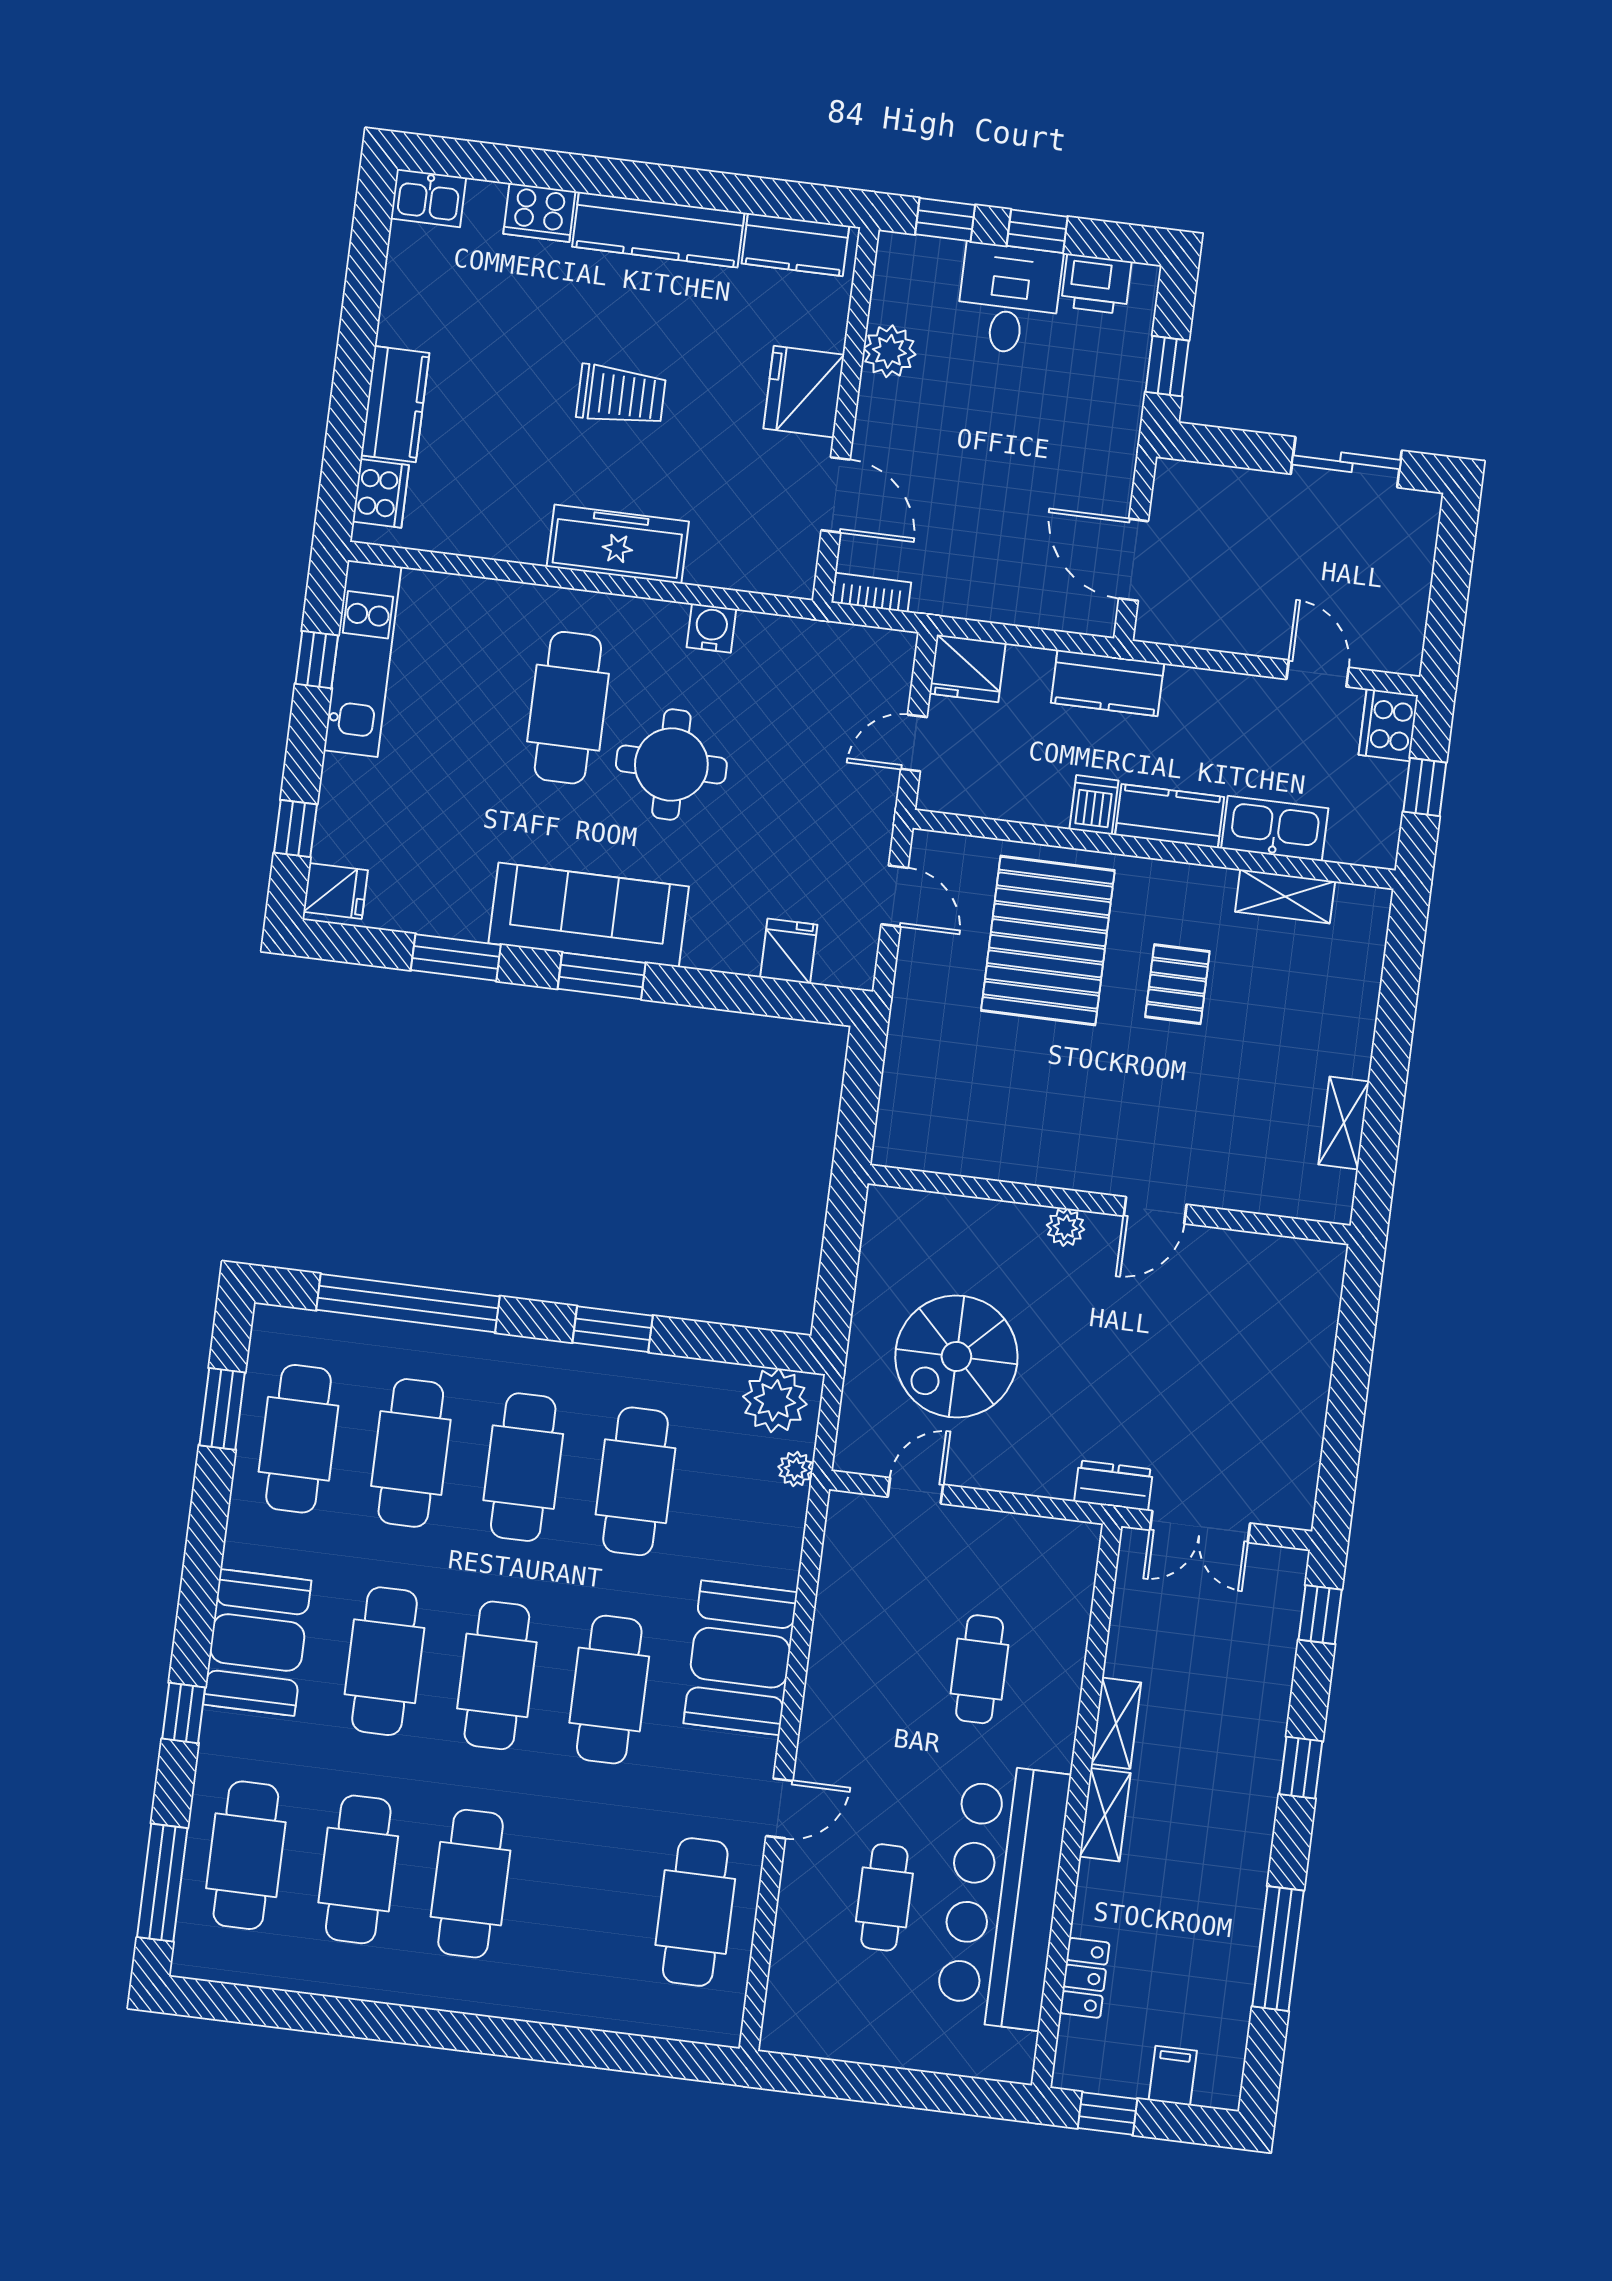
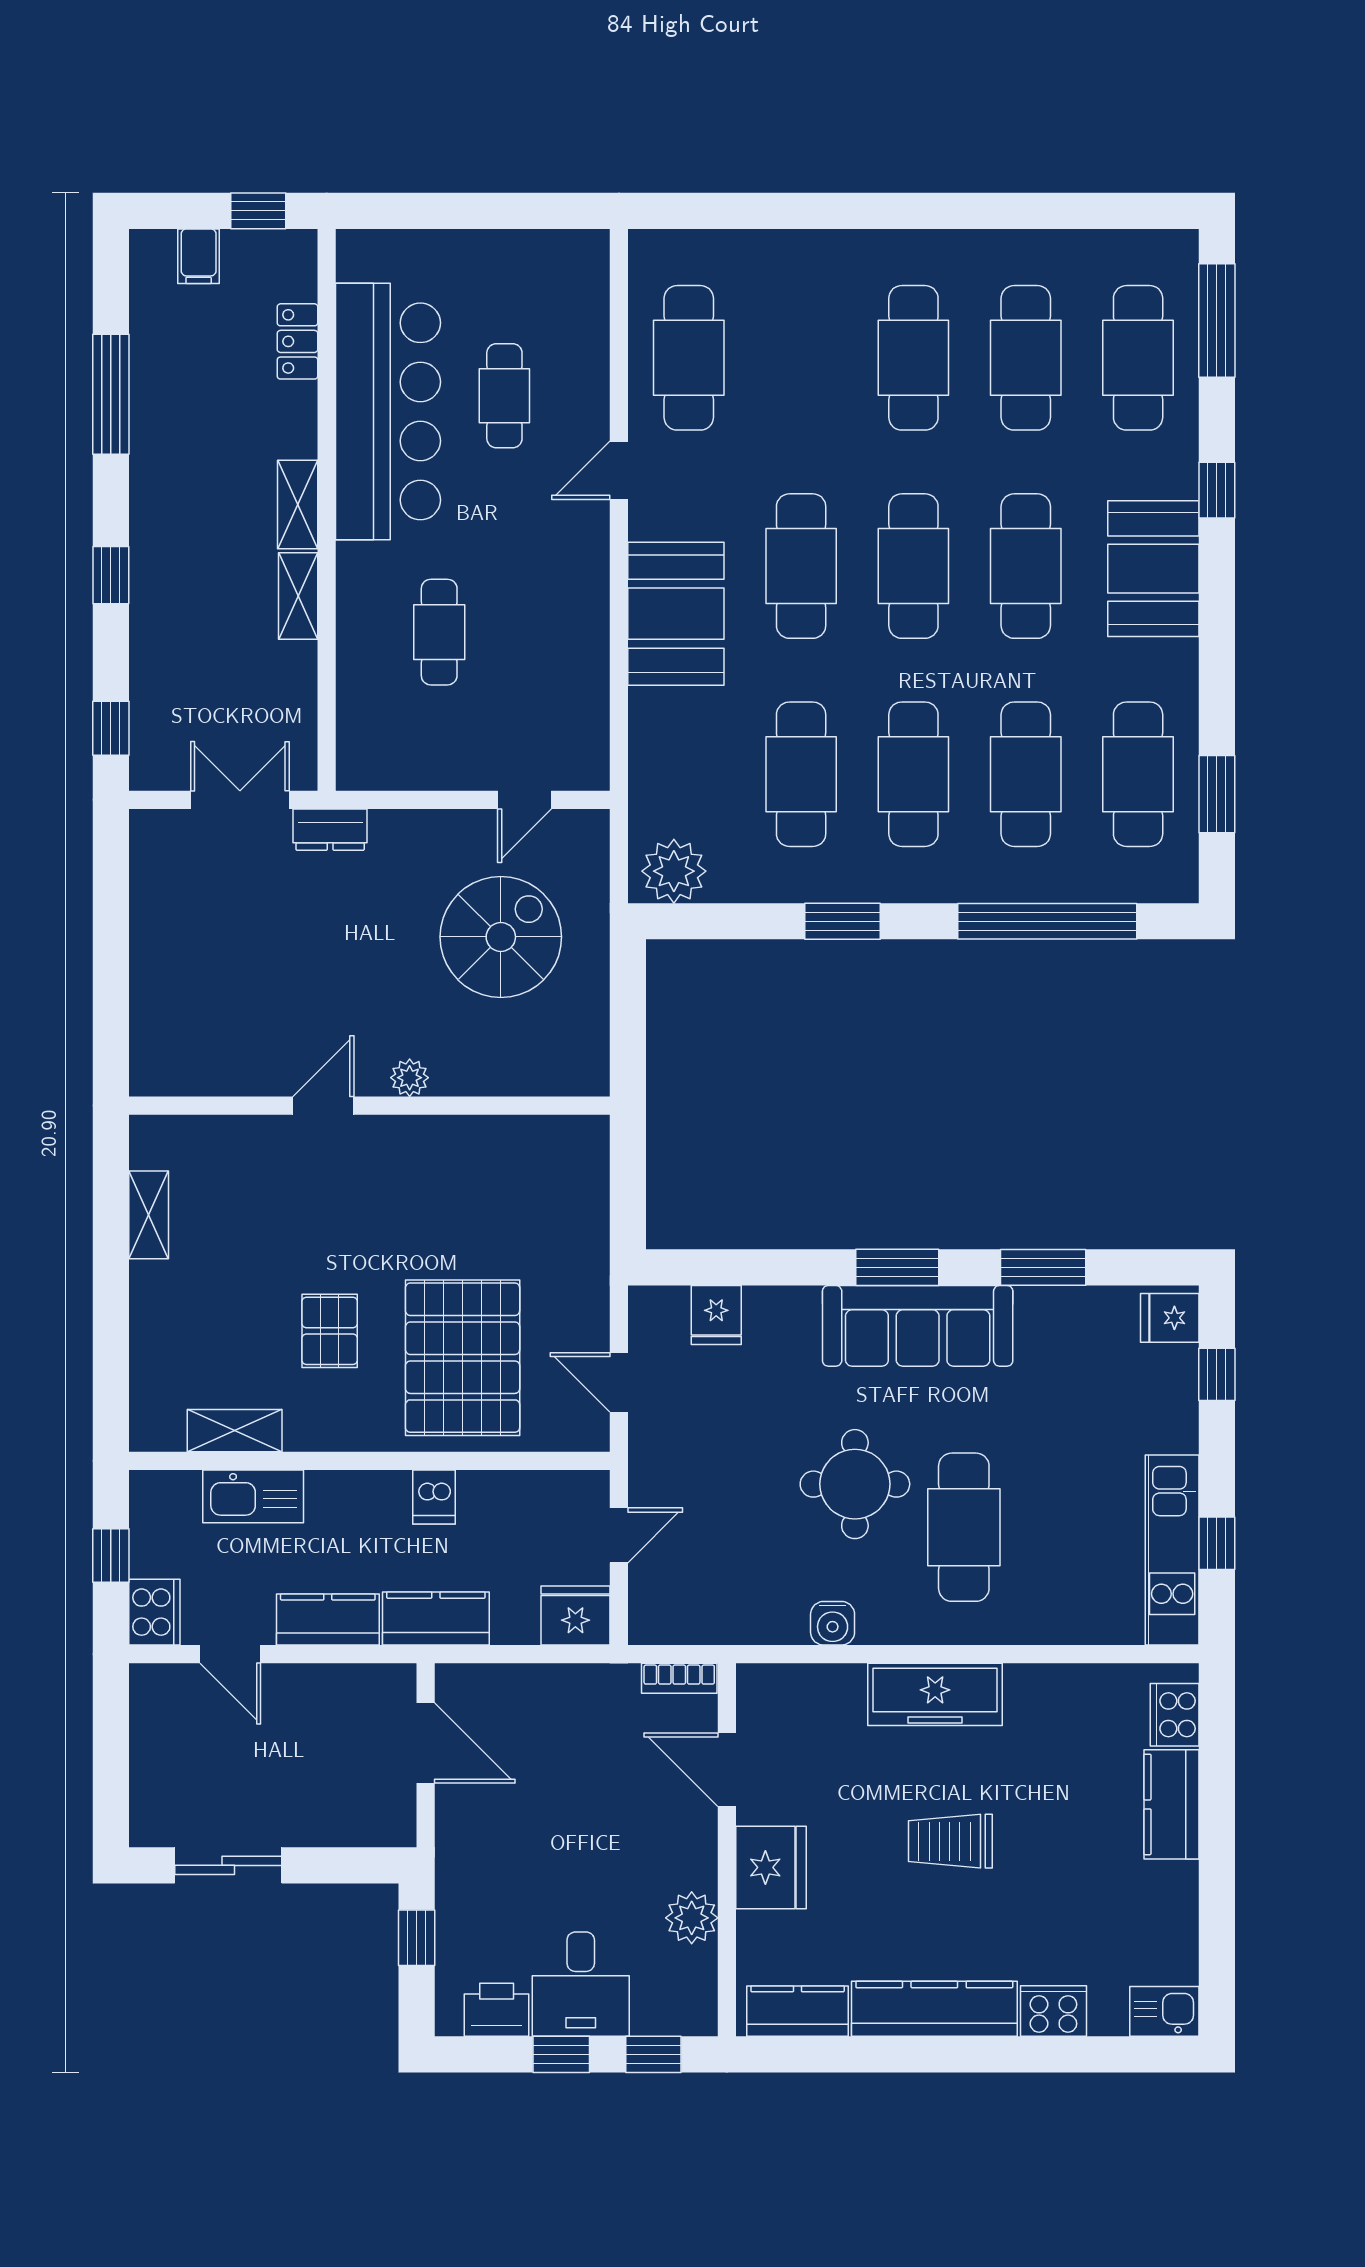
kitchen counter: (1170, 816) -> (328, 1620), moved, turned 180
plant: (795, 1469) -> (645, 806), removed

